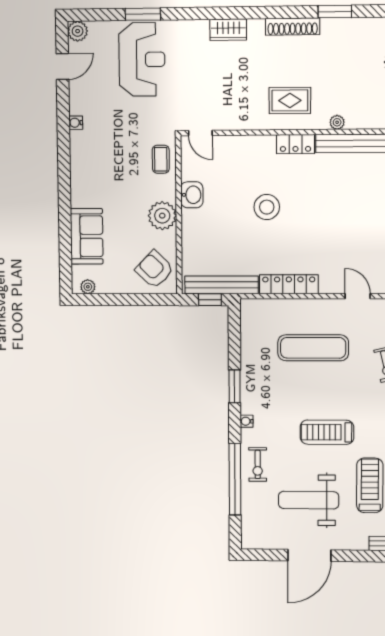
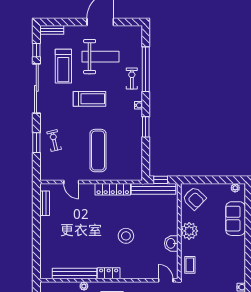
exercise mat: (313, 348) -> (98, 151), turned 90

